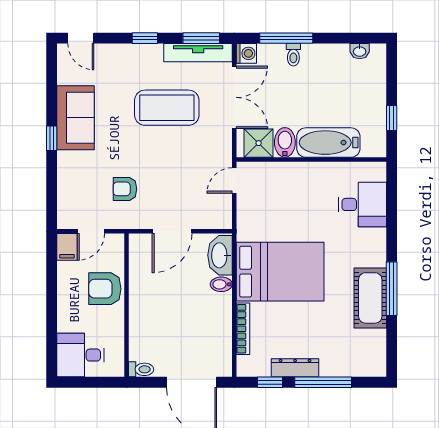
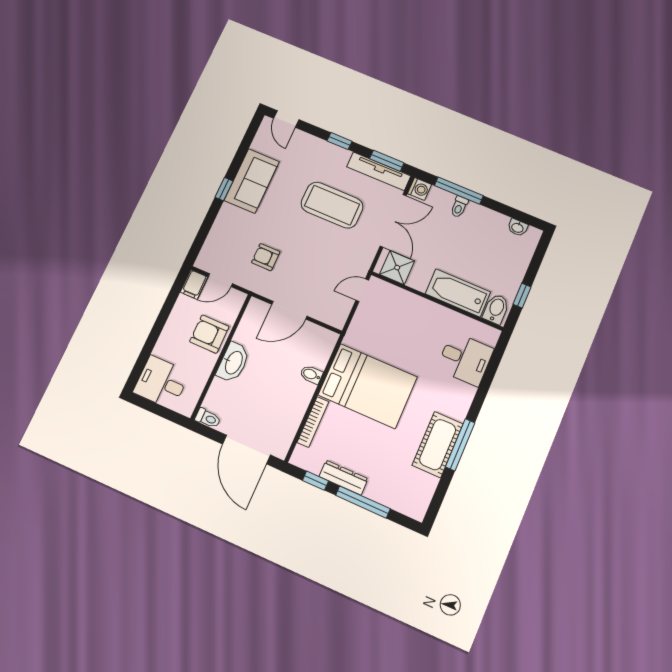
bidet: (285, 142) -> (496, 309), moved
washbasin: (220, 255) -> (233, 362), moved, turned 180

